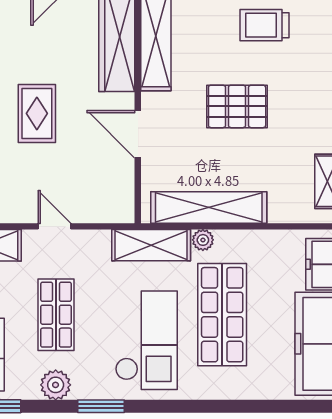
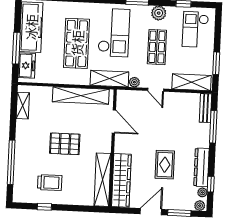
rug: (37, 113) -> (165, 165), moved
door: (138, 134) -> (114, 121), moved
plant: (203, 240) -> (134, 82), moved
checkout: (146, 340) -> (114, 33), turned 180

